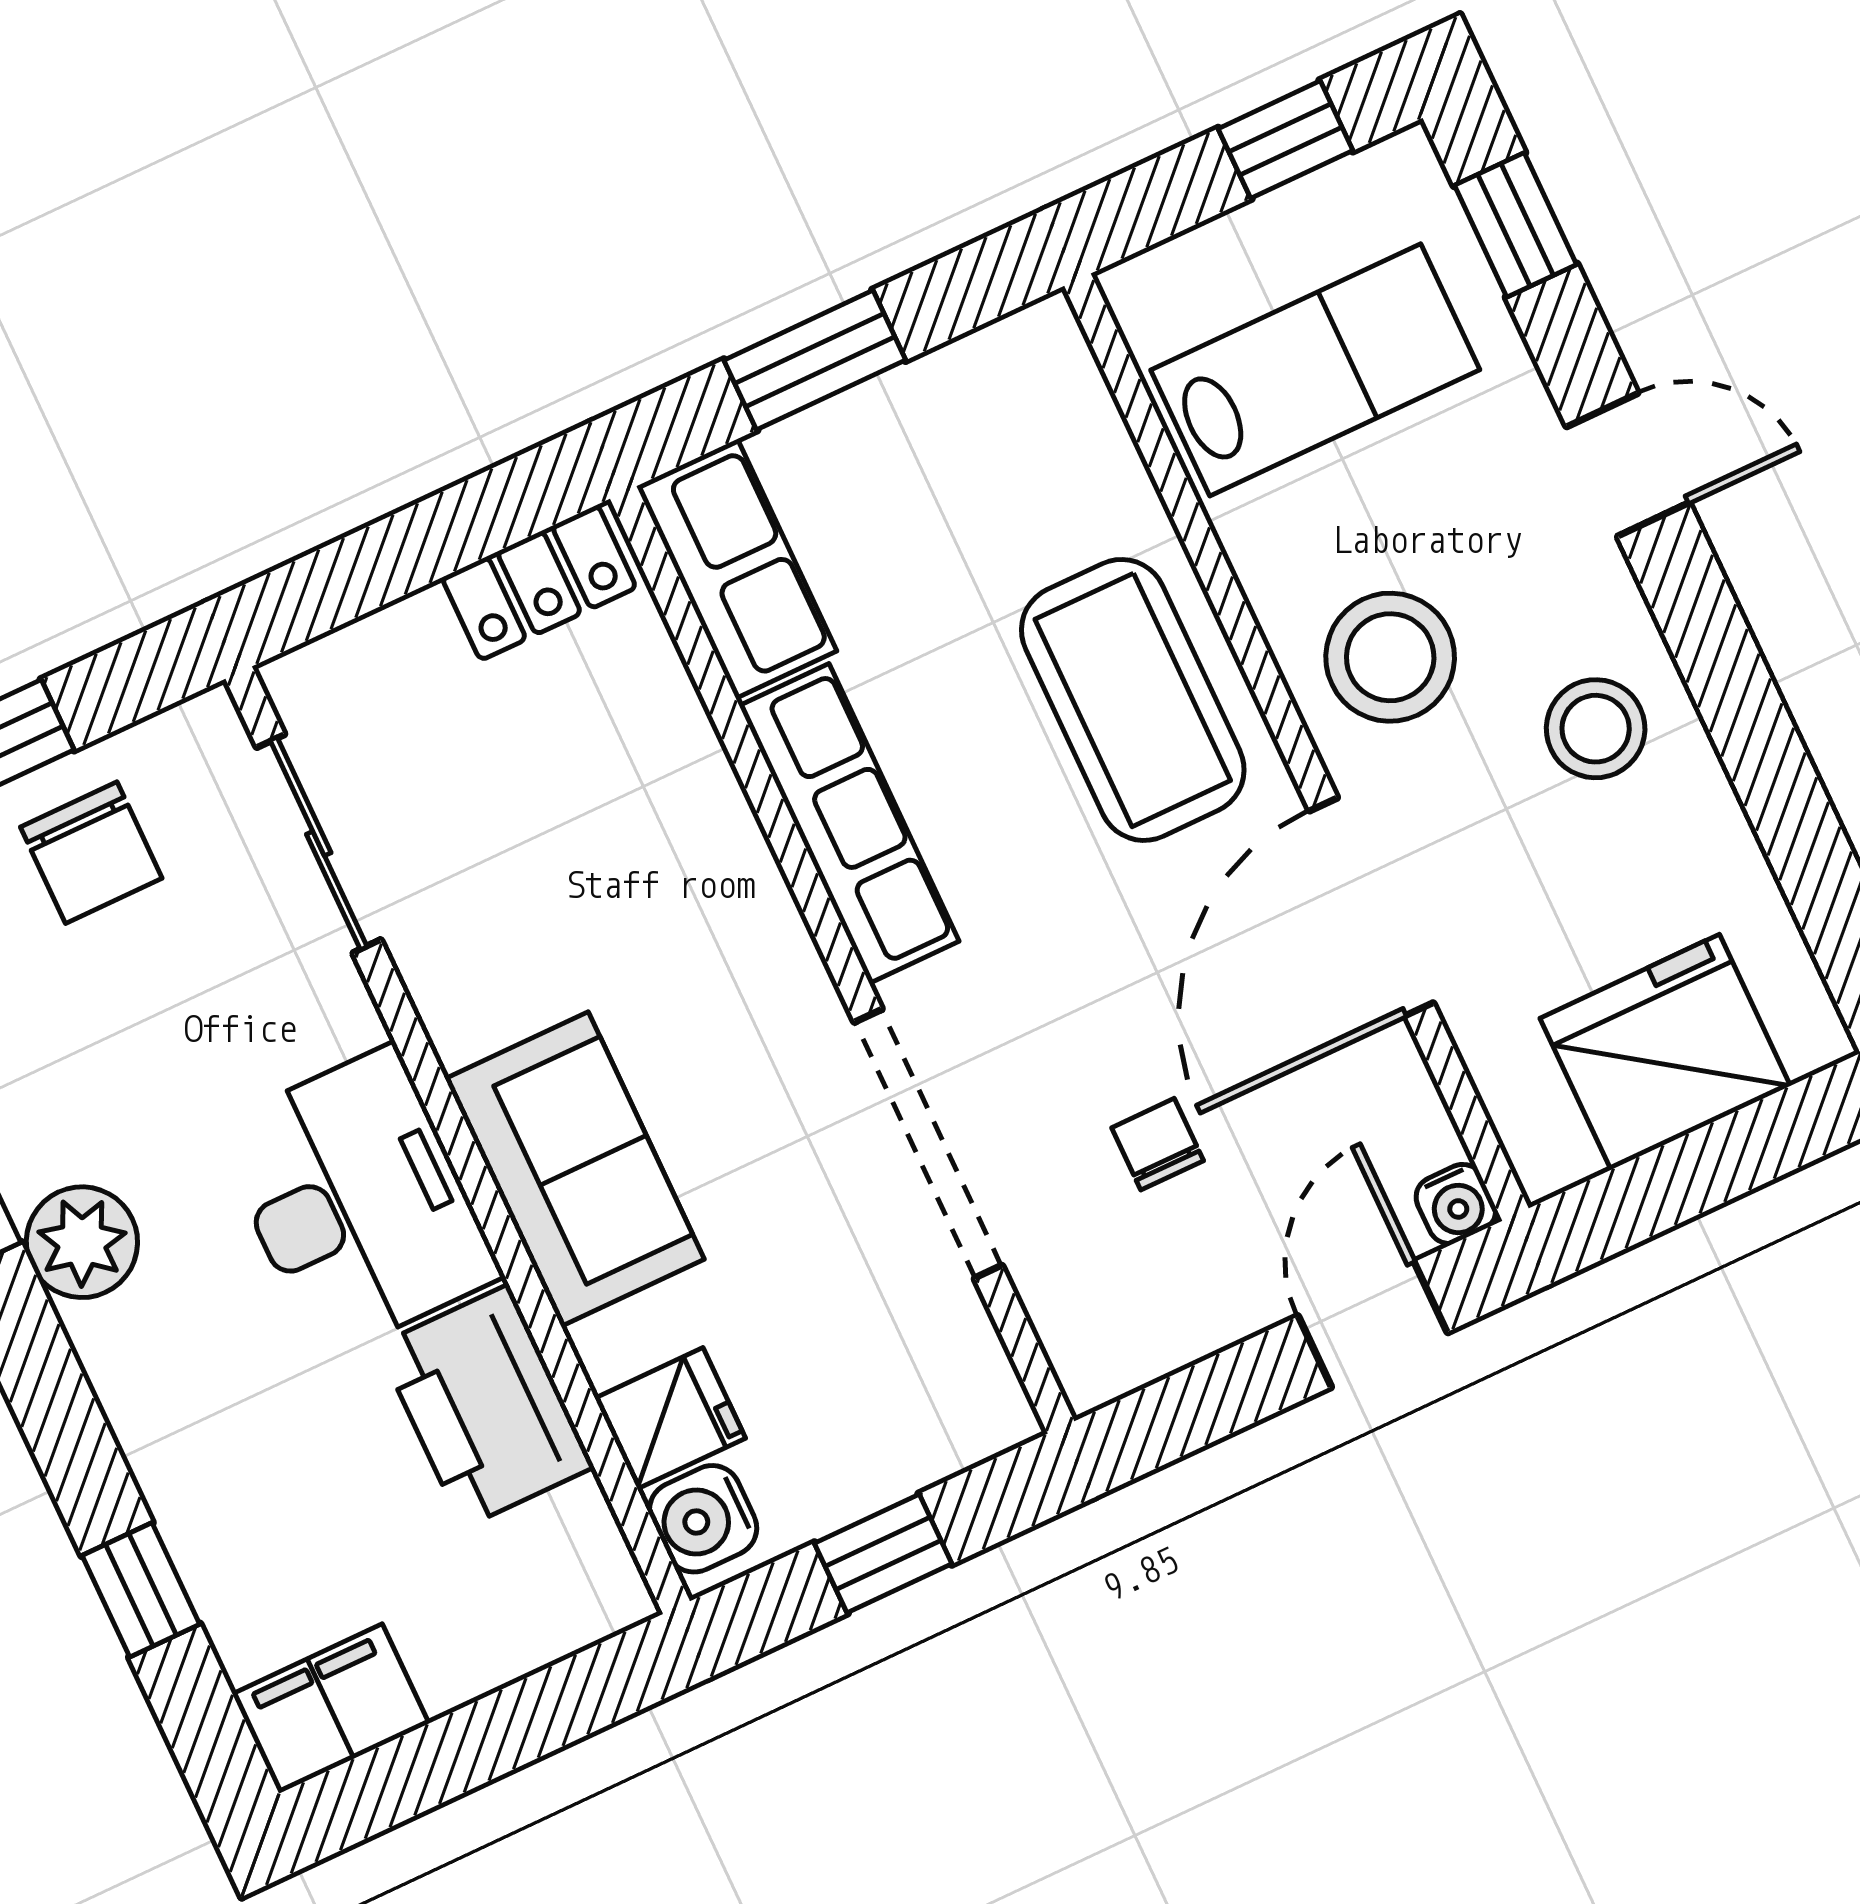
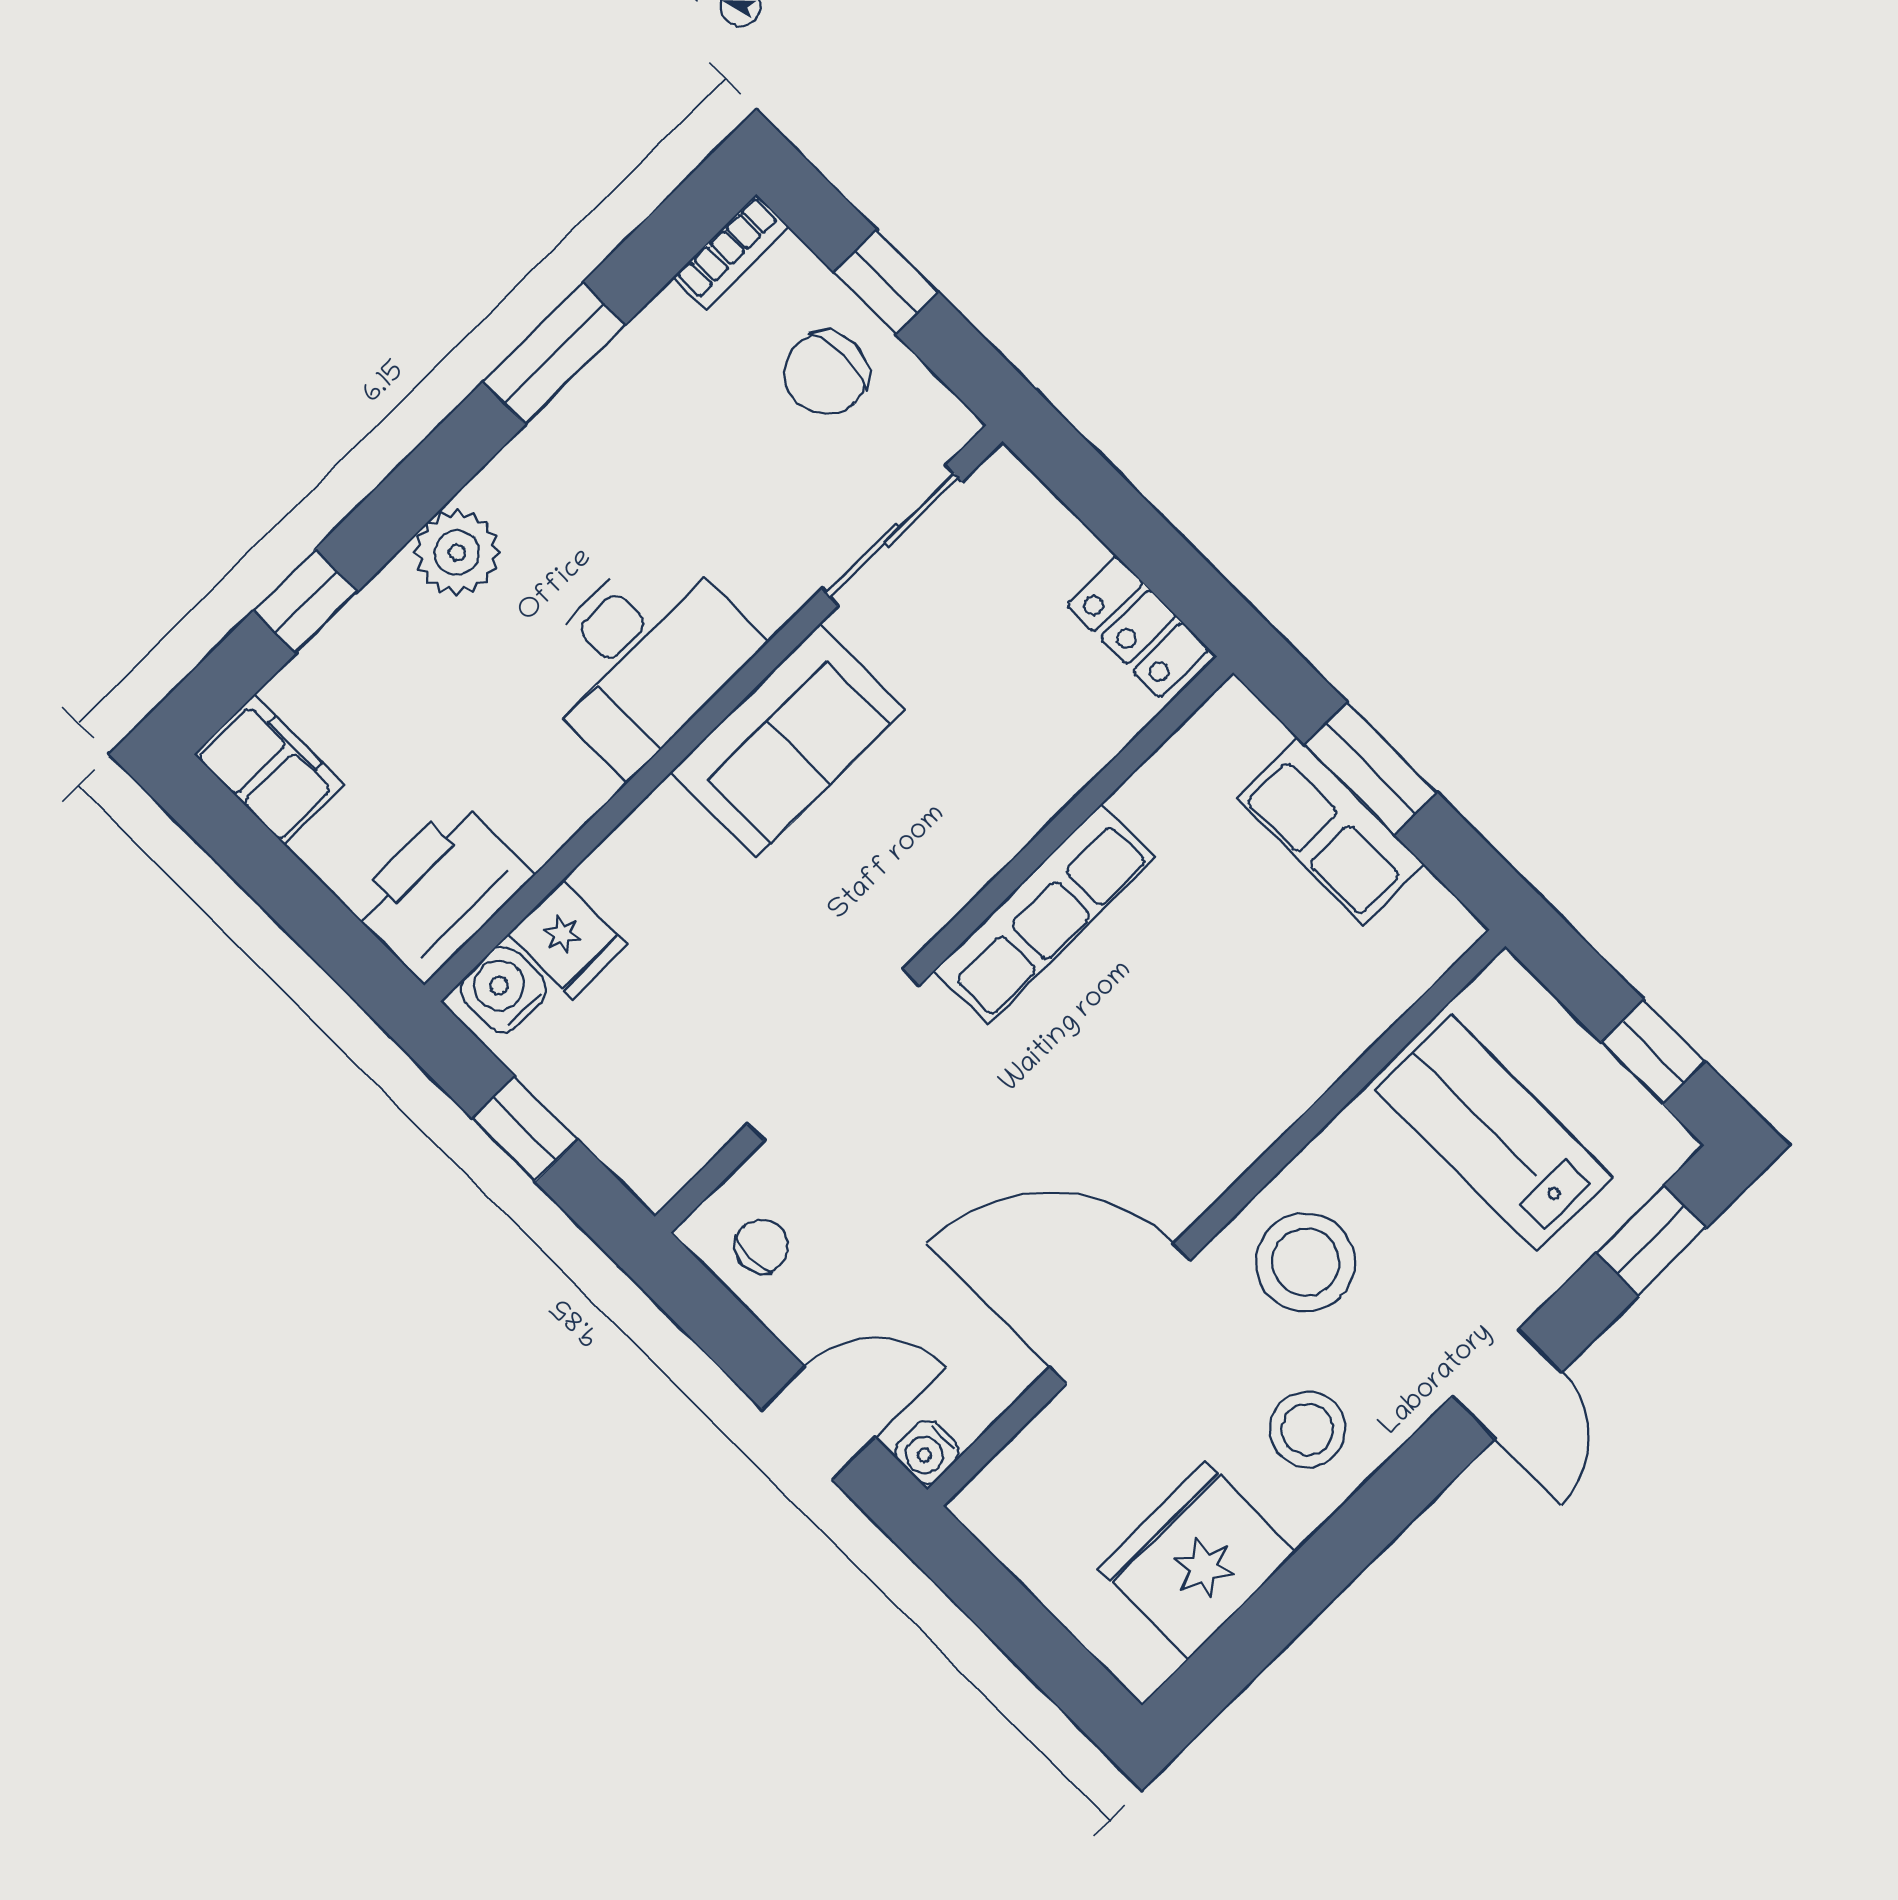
lab bench: (1315, 370) -> (1494, 1133), turned 180
row of seats: (737, 569) -> (1331, 831), moved, turned 90
coffee table: (1133, 700) -> (1208, 1087), removed
fridge: (1665, 1052) -> (1197, 1560), moved, turned -90
chair: (1158, 1144) -> (761, 1246), moved
sofa: (575, 1169) -> (788, 741), moved
plant: (82, 1242) -> (457, 552), moved
printer: (486, 1406) -> (441, 890), moved

